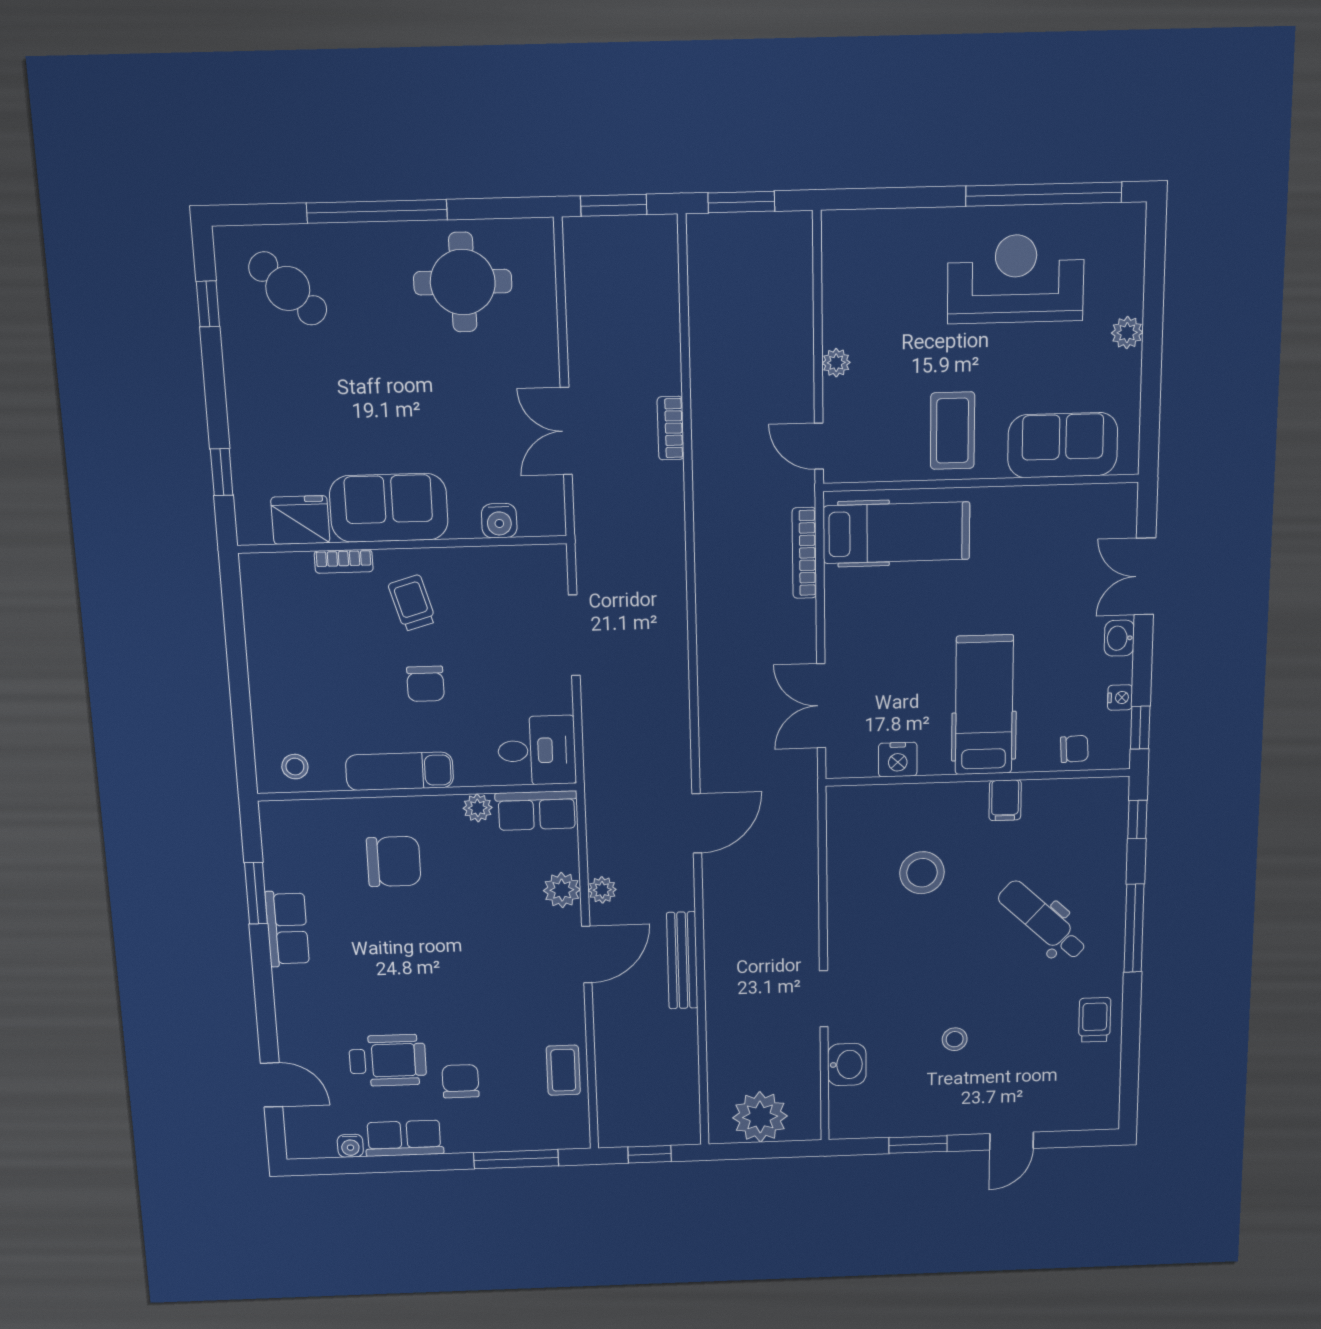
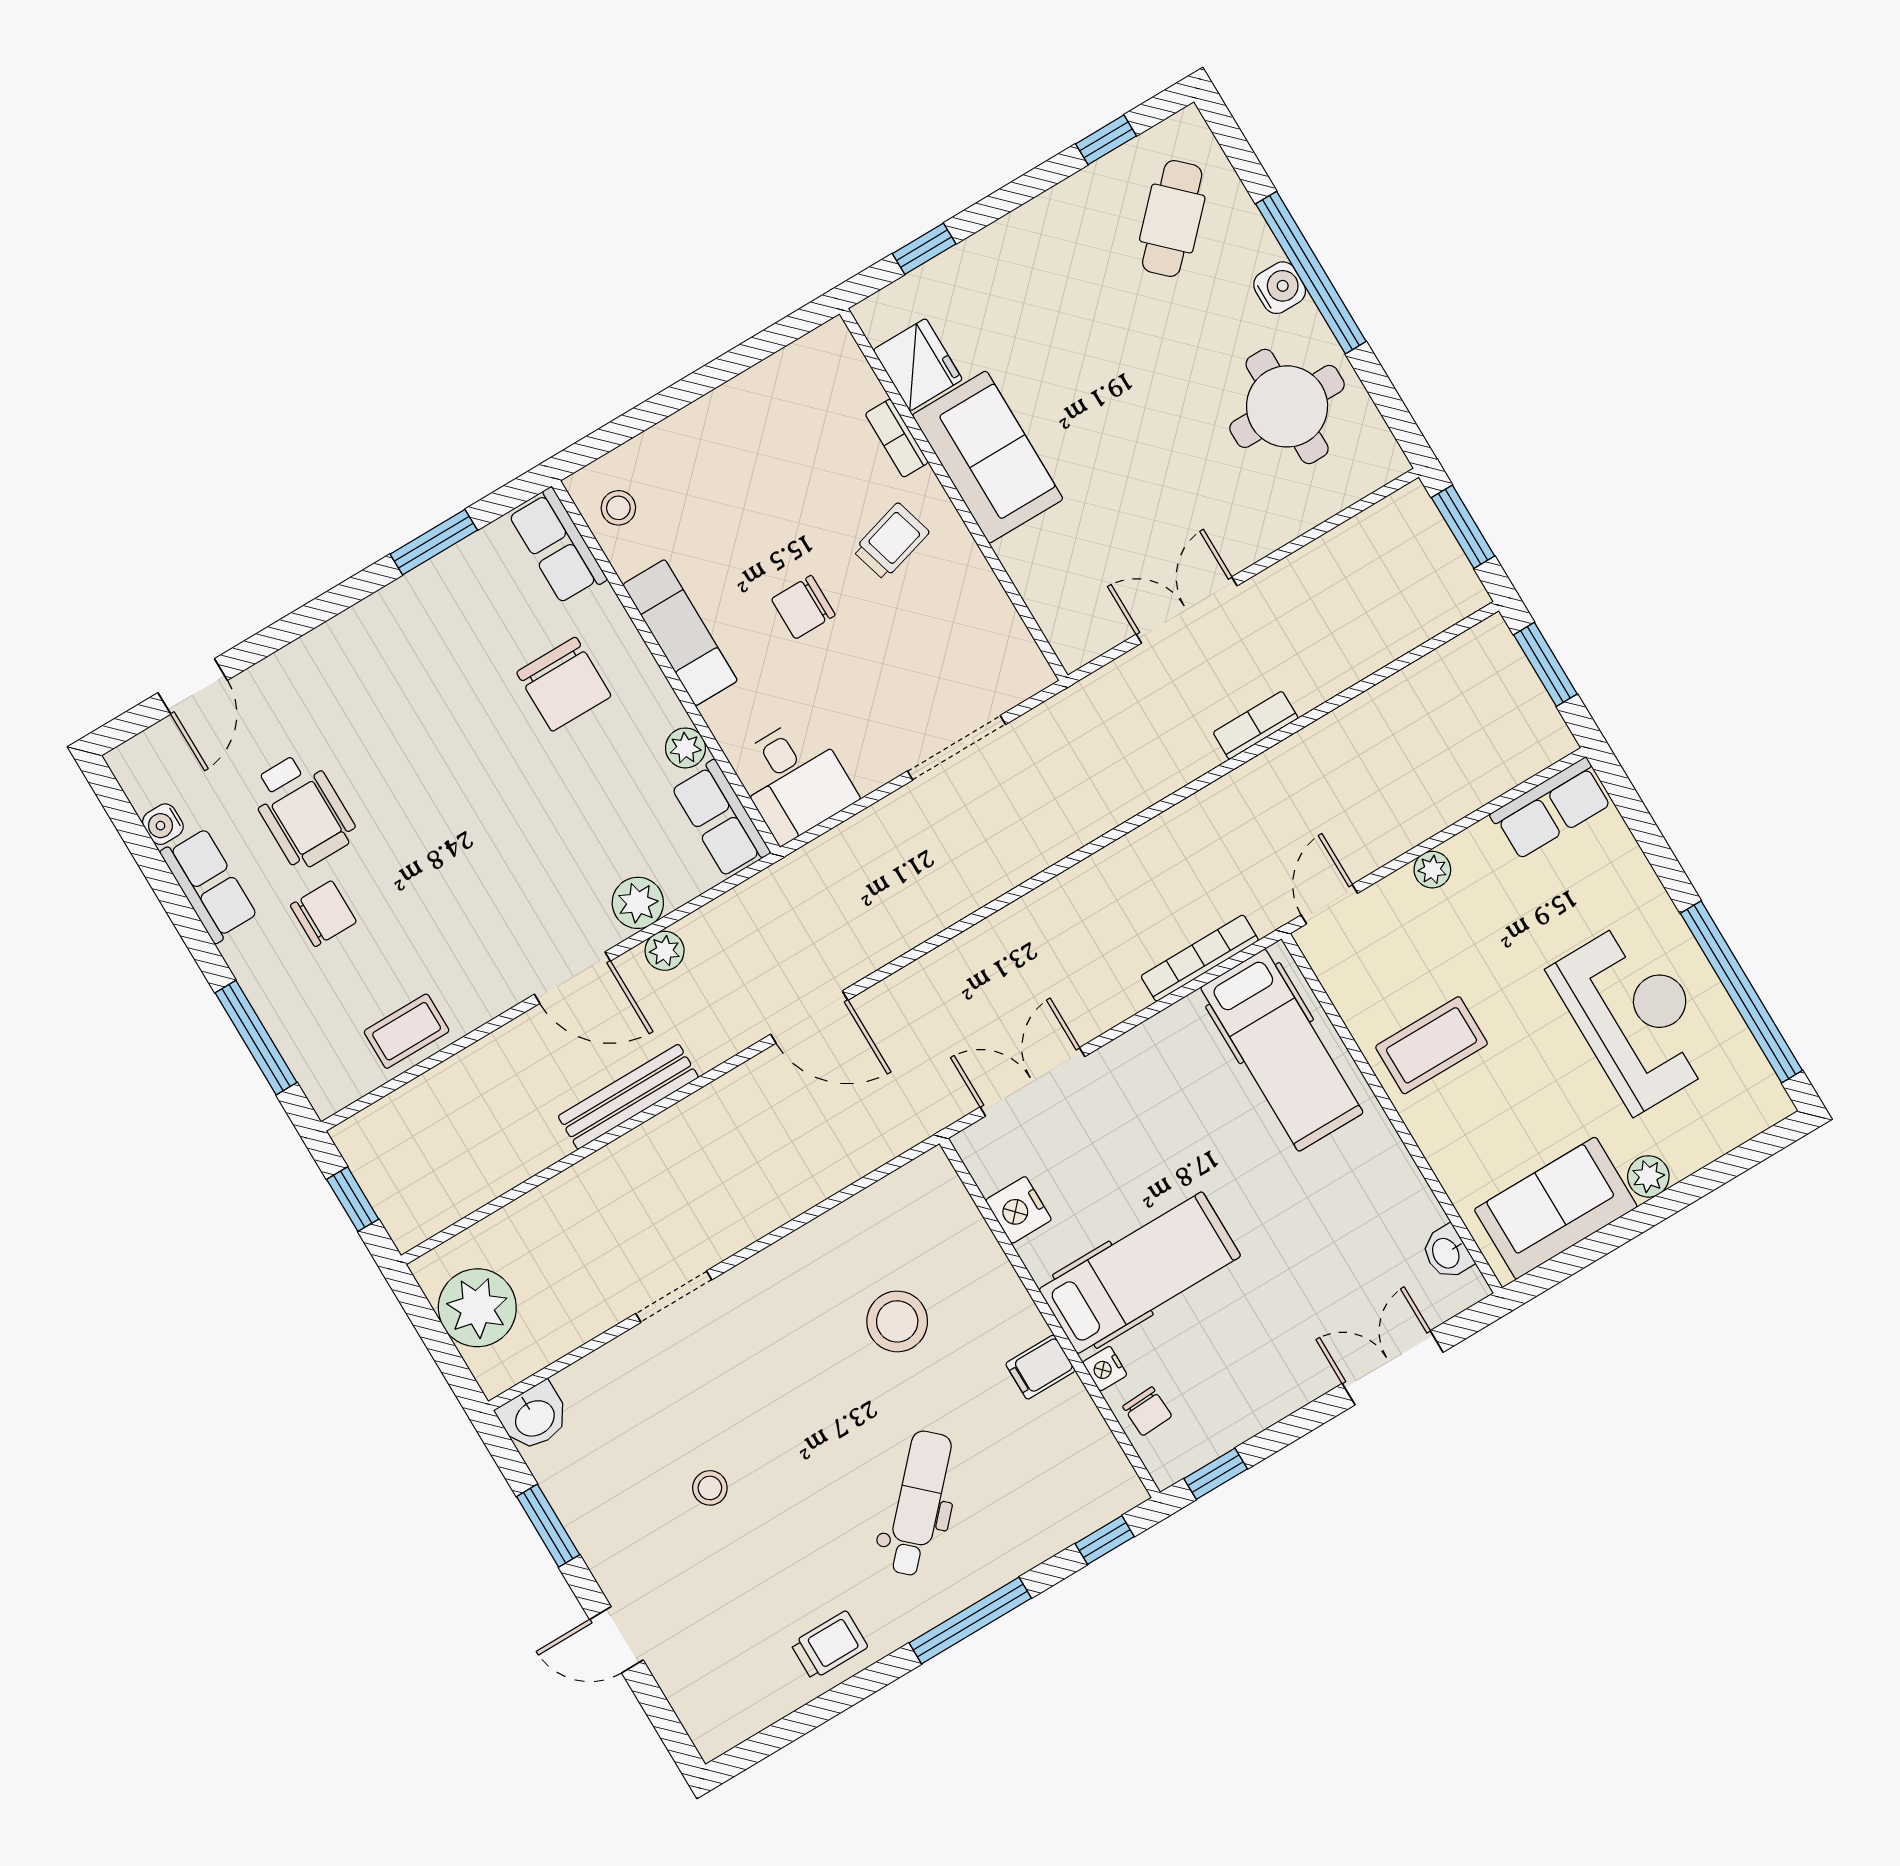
row of seats: (842, 256) -> (1551, 809), added
sofa: (1063, 445) -> (1556, 1208), moved, turned -90
water cooler: (499, 521) -> (1280, 288), moved, turned 180
washbasin: (1119, 638) -> (1447, 1253), moved, turned -90
nightstand: (1120, 698) -> (1105, 1369), moved, turned 90
row of seats: (287, 929) -> (557, 546), moved, turned 90
washbasin: (847, 1065) -> (534, 1417), moved

